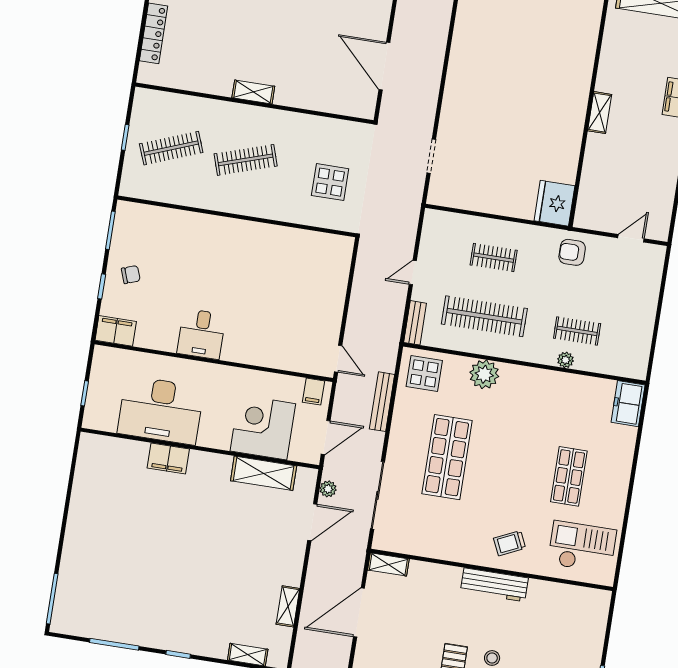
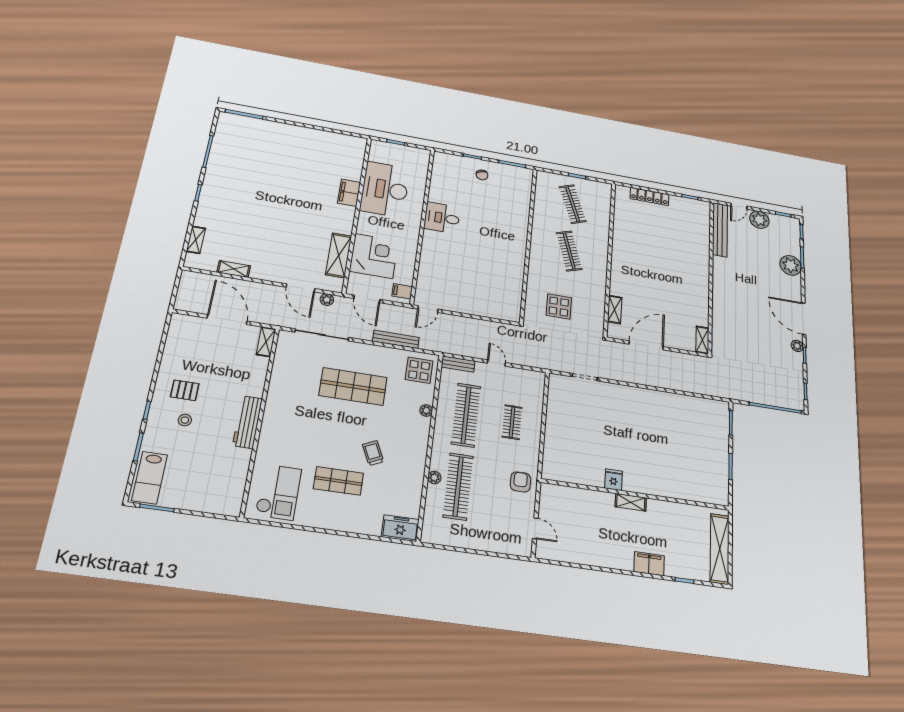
shelving: (253, 92) -> (615, 309), moved
fridge: (554, 203) -> (614, 480), moved, width x0.53, depth x0.75
filing cabinet: (116, 331) -> (441, 164), removed
clothes rail: (577, 331) -> (458, 486), width x1.86, depth x1.31
plant: (484, 374) -> (426, 410), width x0.53, depth x0.53
trolley: (510, 543) -> (373, 453), moved

